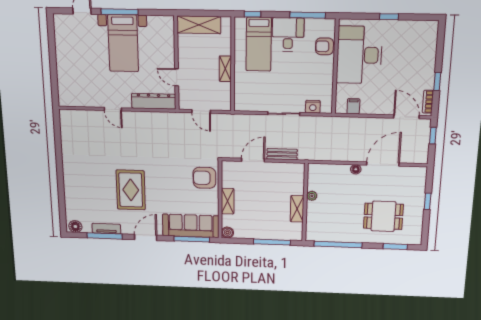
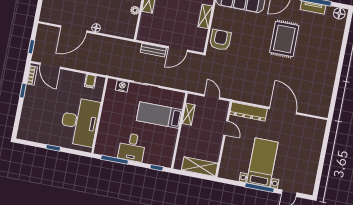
bed: (259, 44) -> (159, 115), moved, turned -90
armchair: (324, 46) -> (105, 133), removed
shelving: (225, 69) -> (189, 114), moved
door: (113, 109) -> (283, 111), width x1.88
armchair: (204, 178) -> (220, 40), turned -90

